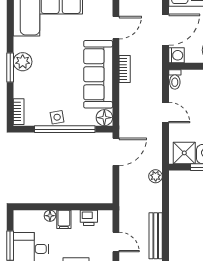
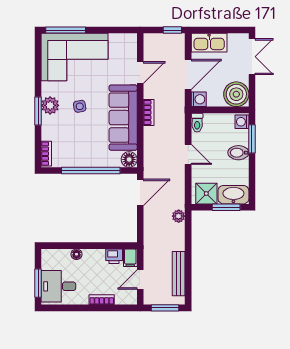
side table: (57, 117) -> (80, 106), moved
filing cabinet: (64, 219) -> (130, 258), moved
door: (116, 242) -> (140, 280), swing flipped

